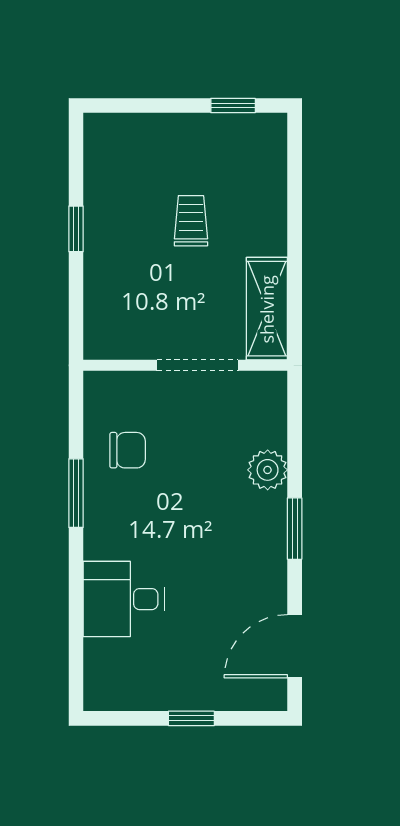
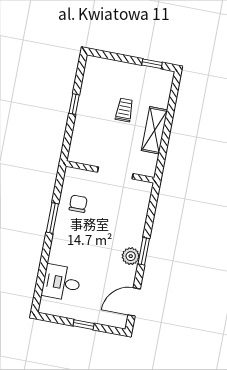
shelving: (267, 309) -> (154, 130), moved
chair: (128, 450) -> (78, 204), turned -90
plant: (268, 470) -> (131, 256), moved
desk: (124, 599) -> (61, 283), moved

